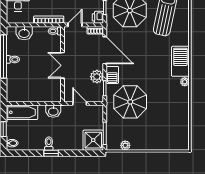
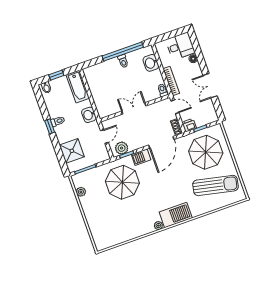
plant: (97, 77) -> (122, 148), moved
shower: (93, 140) -> (72, 151), moved

